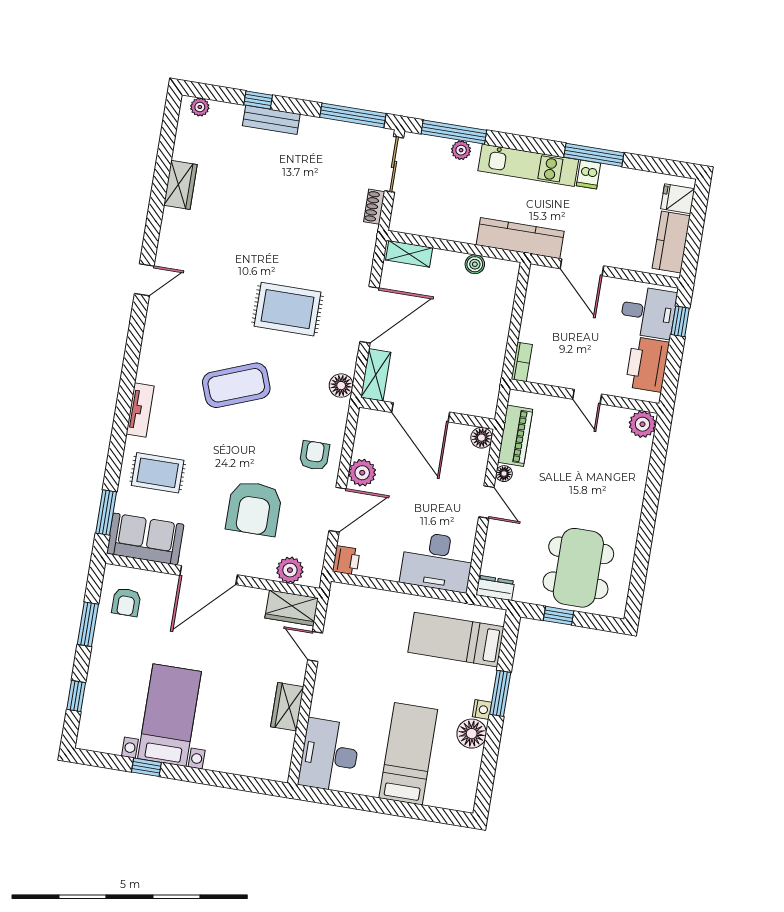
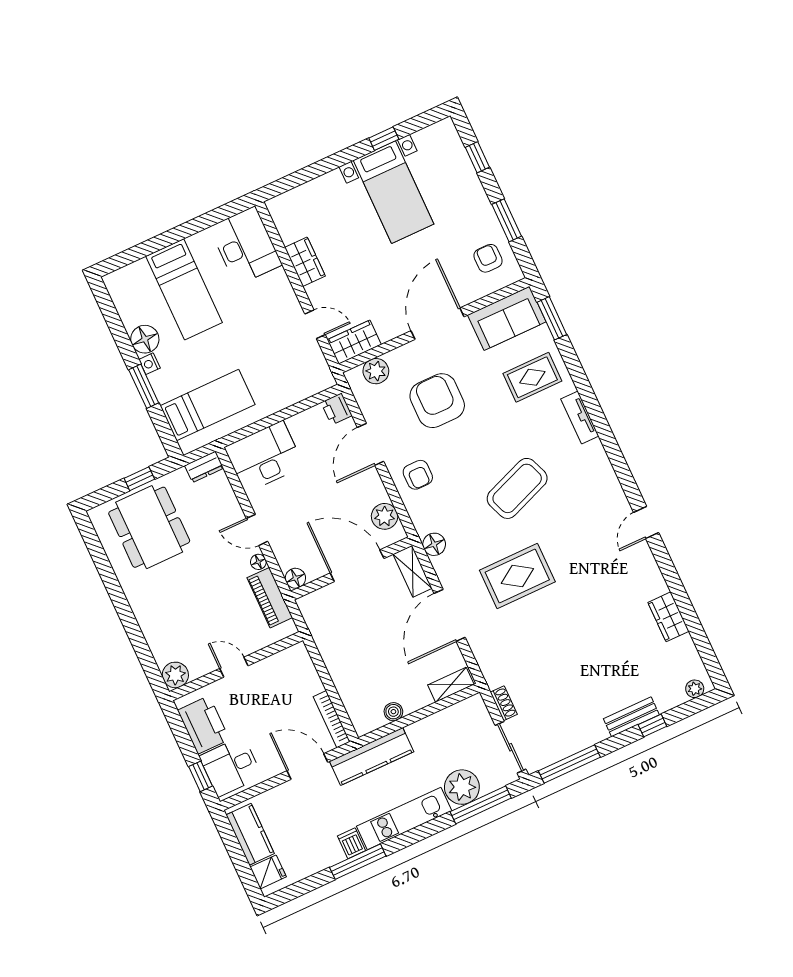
plant: (461, 150) -> (462, 787), width x1.88, depth x1.88
bookcase: (522, 362) -> (332, 719), moved, width x1.56
plant: (362, 473) -> (385, 516), moved

